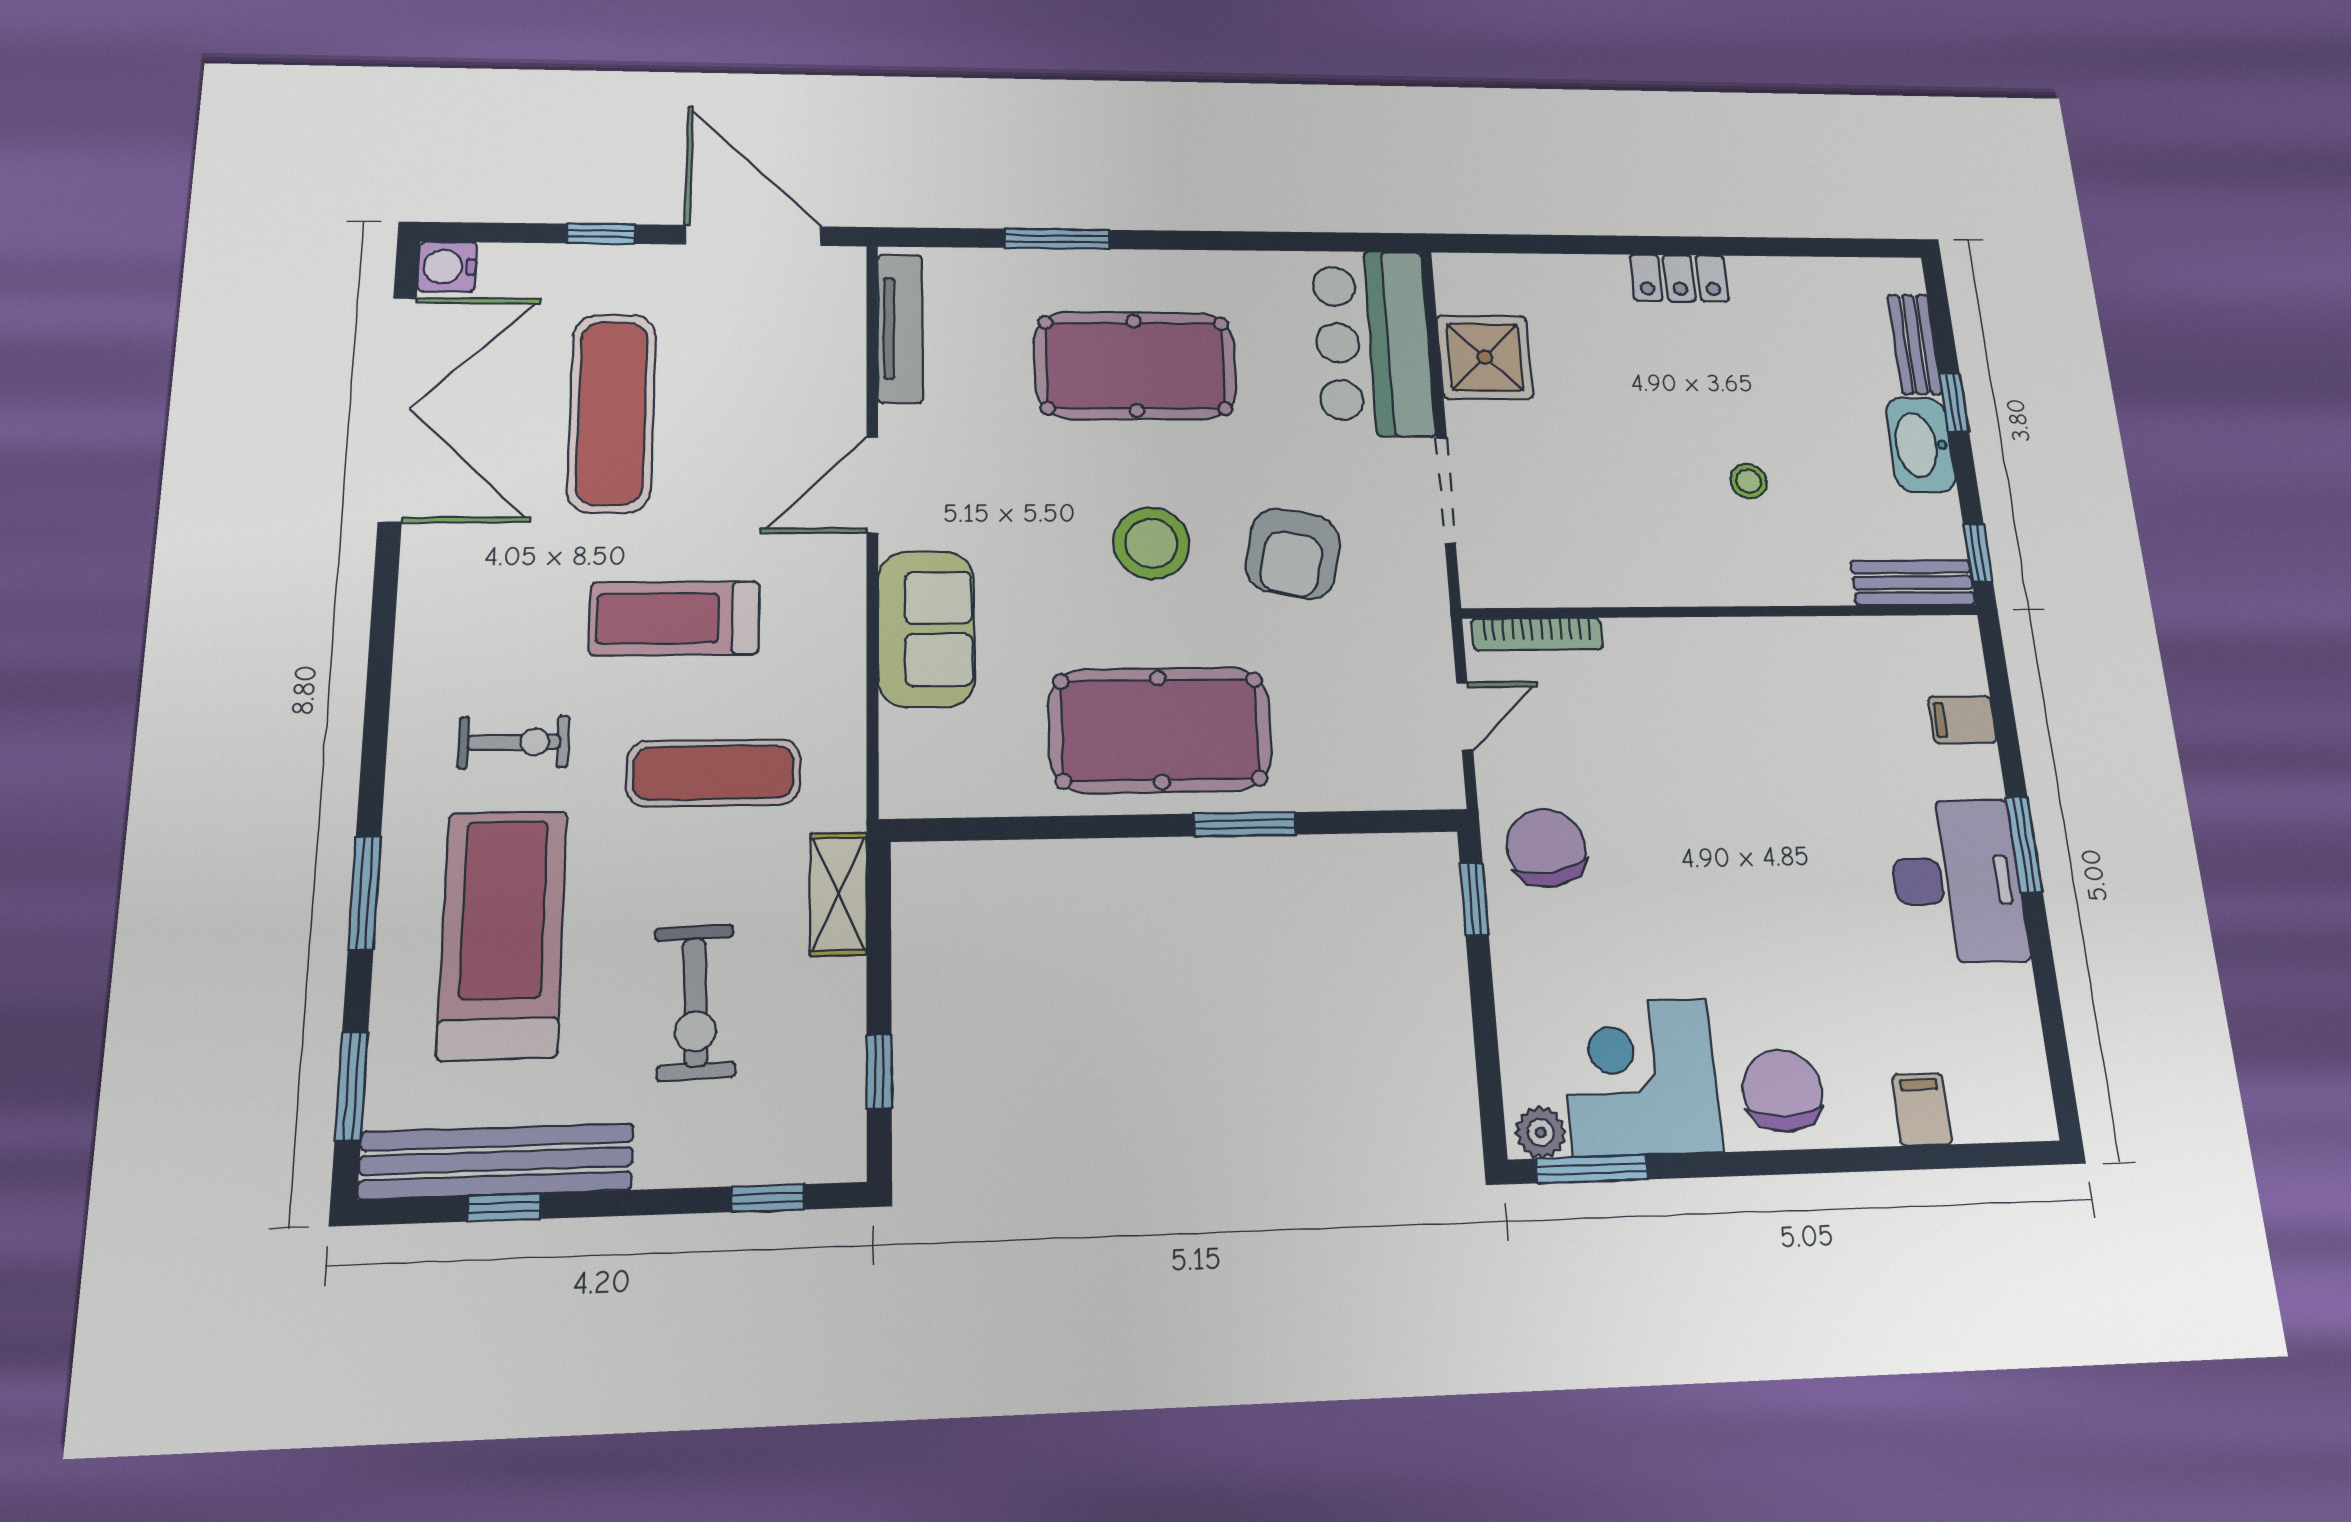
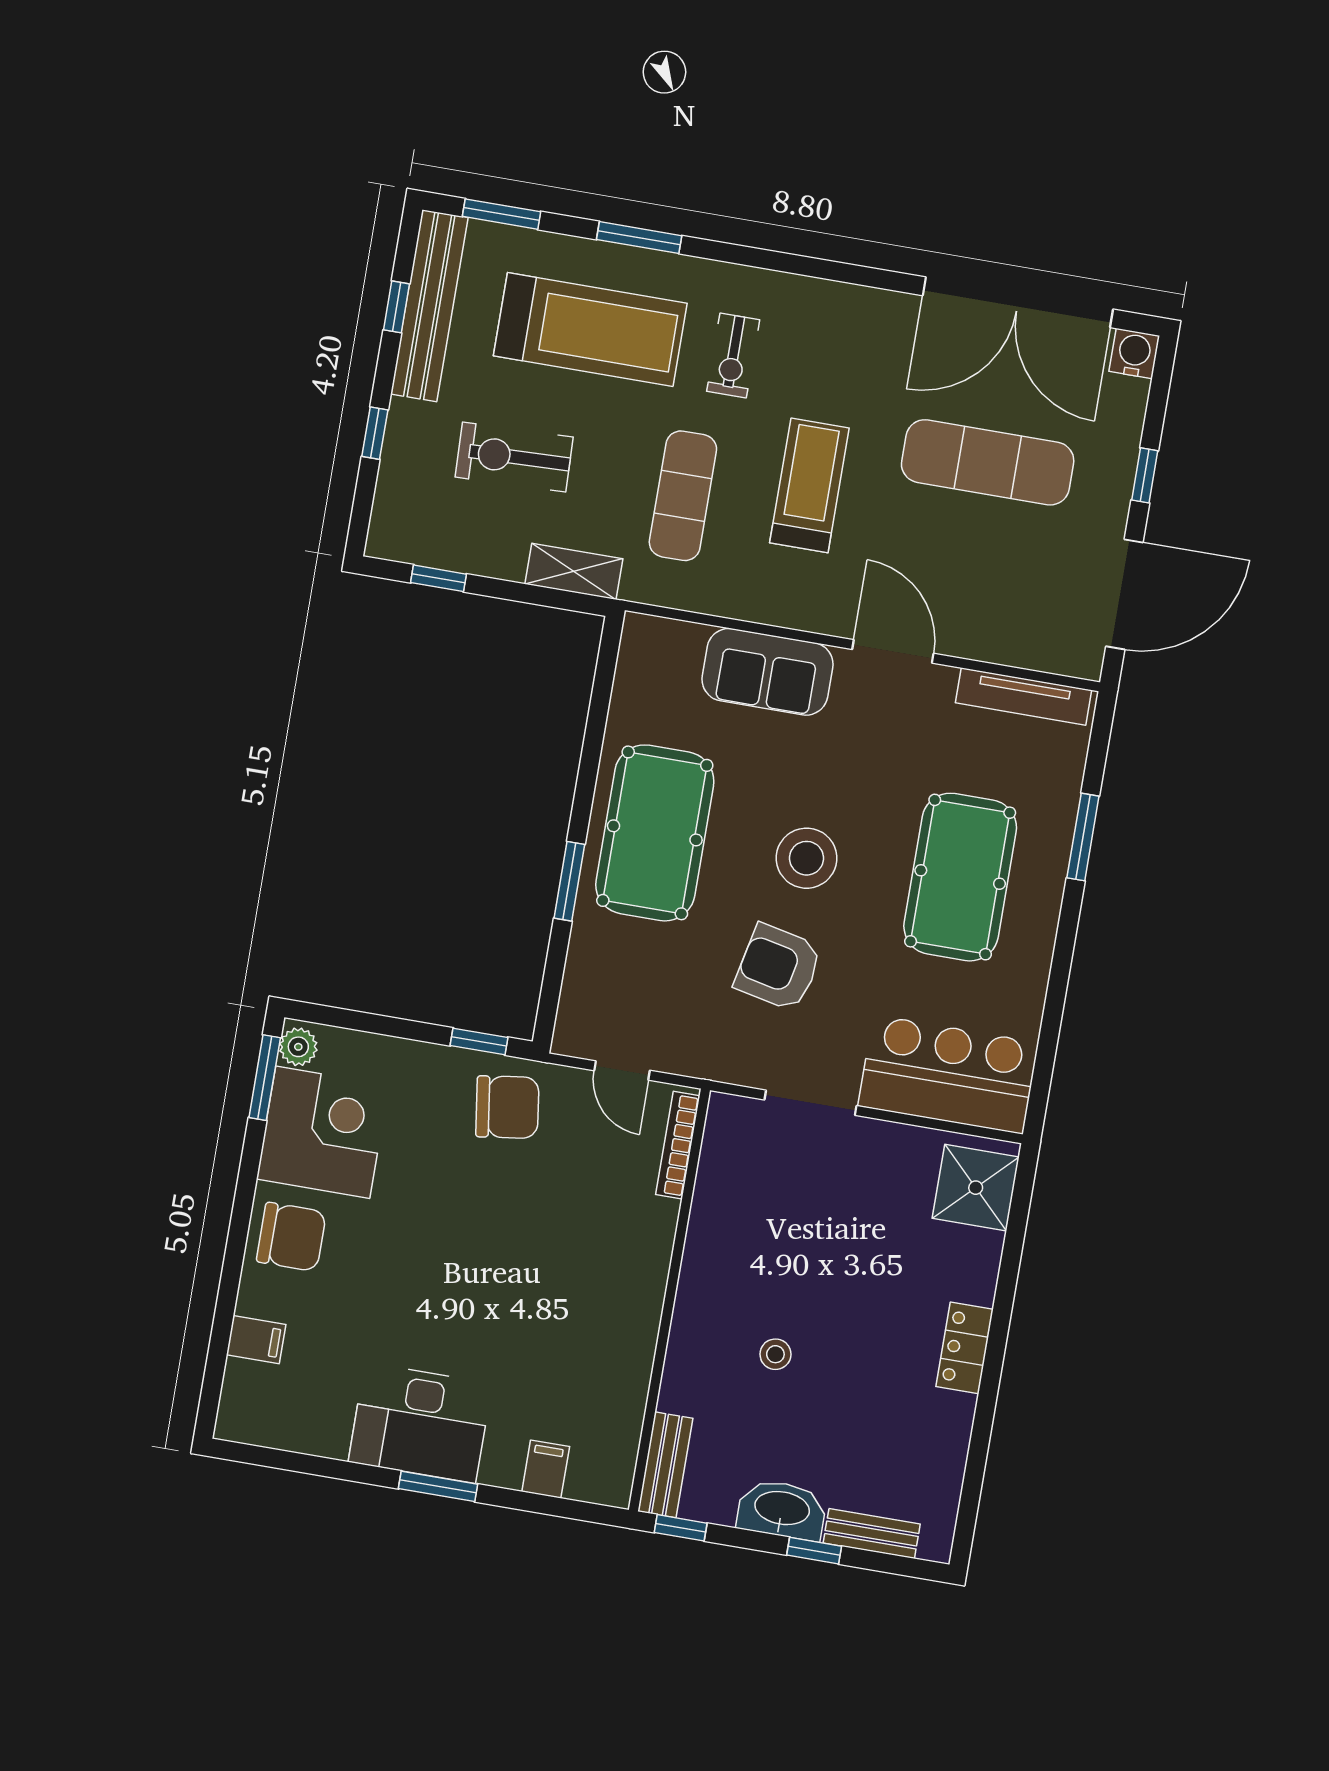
shower: (1485, 357) -> (976, 1188), moved
window: (768, 1198) -> (375, 433), moved

